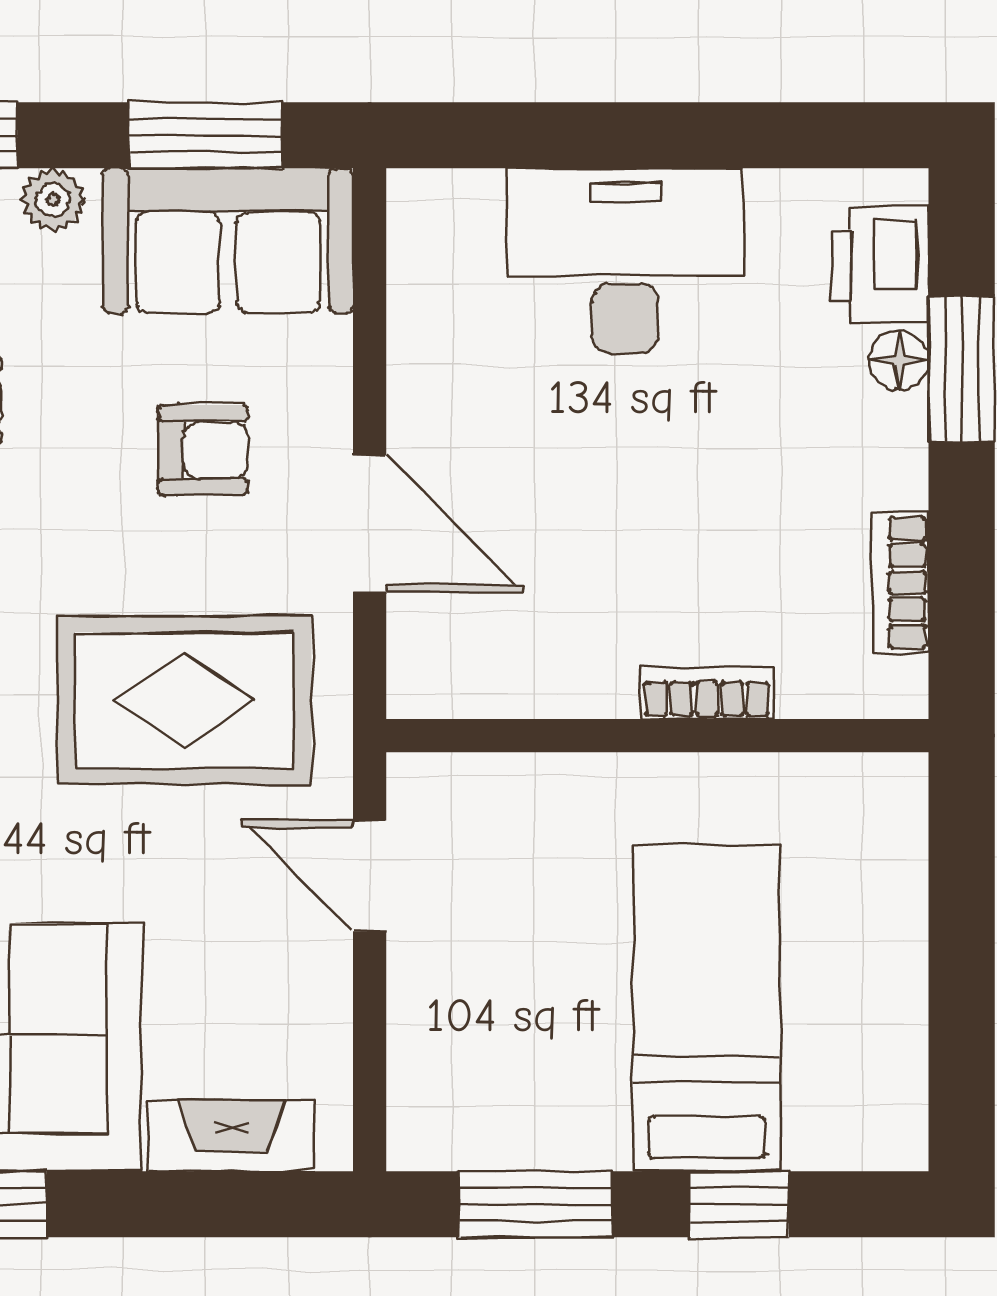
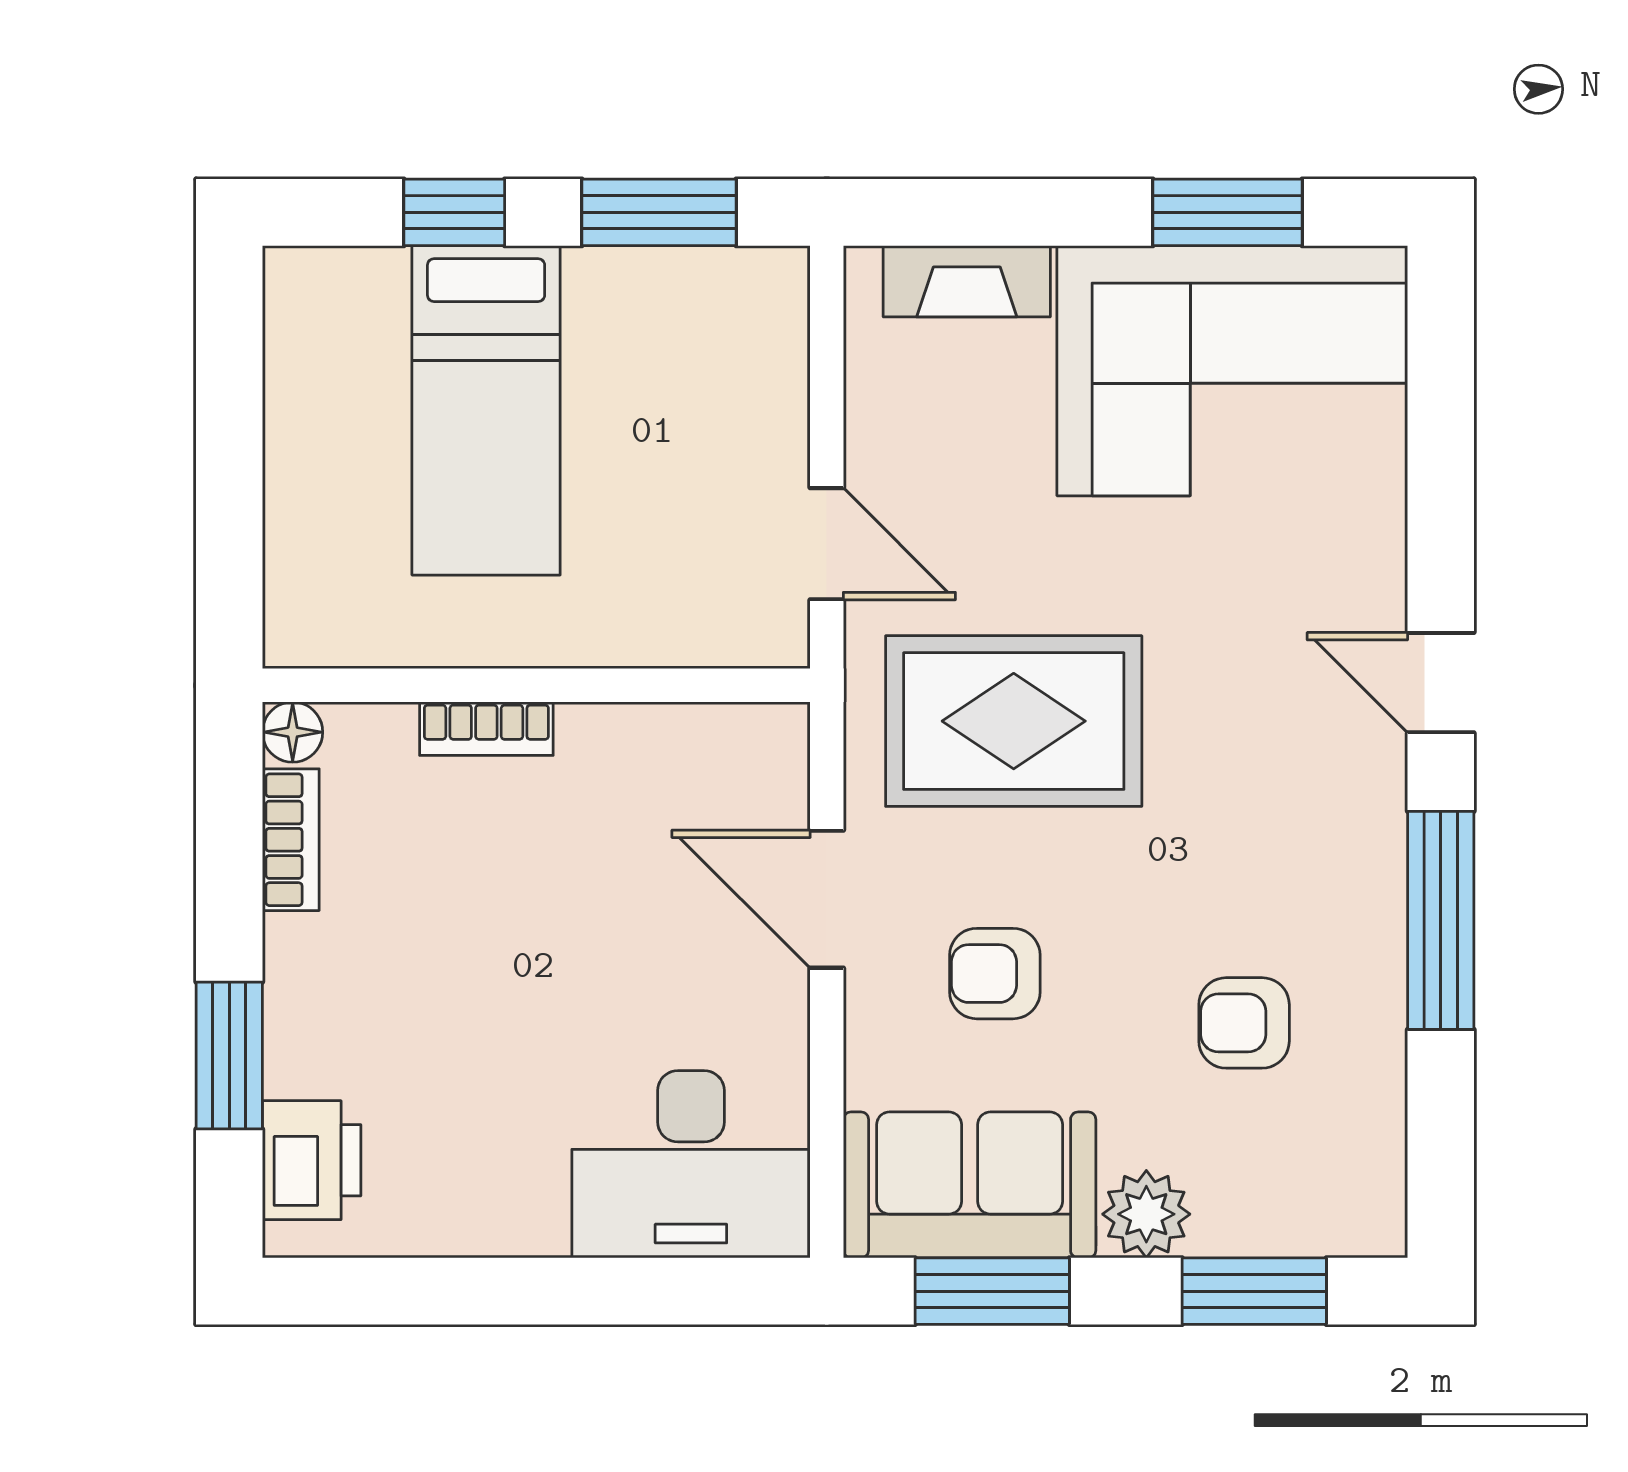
plant: (53, 200) -> (1146, 1214), width x1.38, depth x1.38
desk: (625, 261) -> (691, 1164), moved
floor lamp: (899, 360) -> (293, 732), moved

